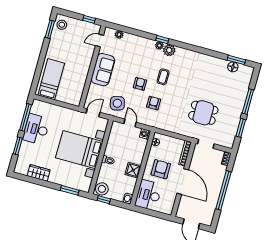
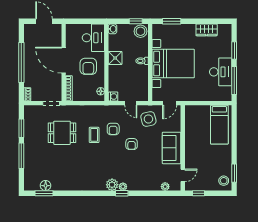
coffee table: (163, 77) -> (94, 135), moved

